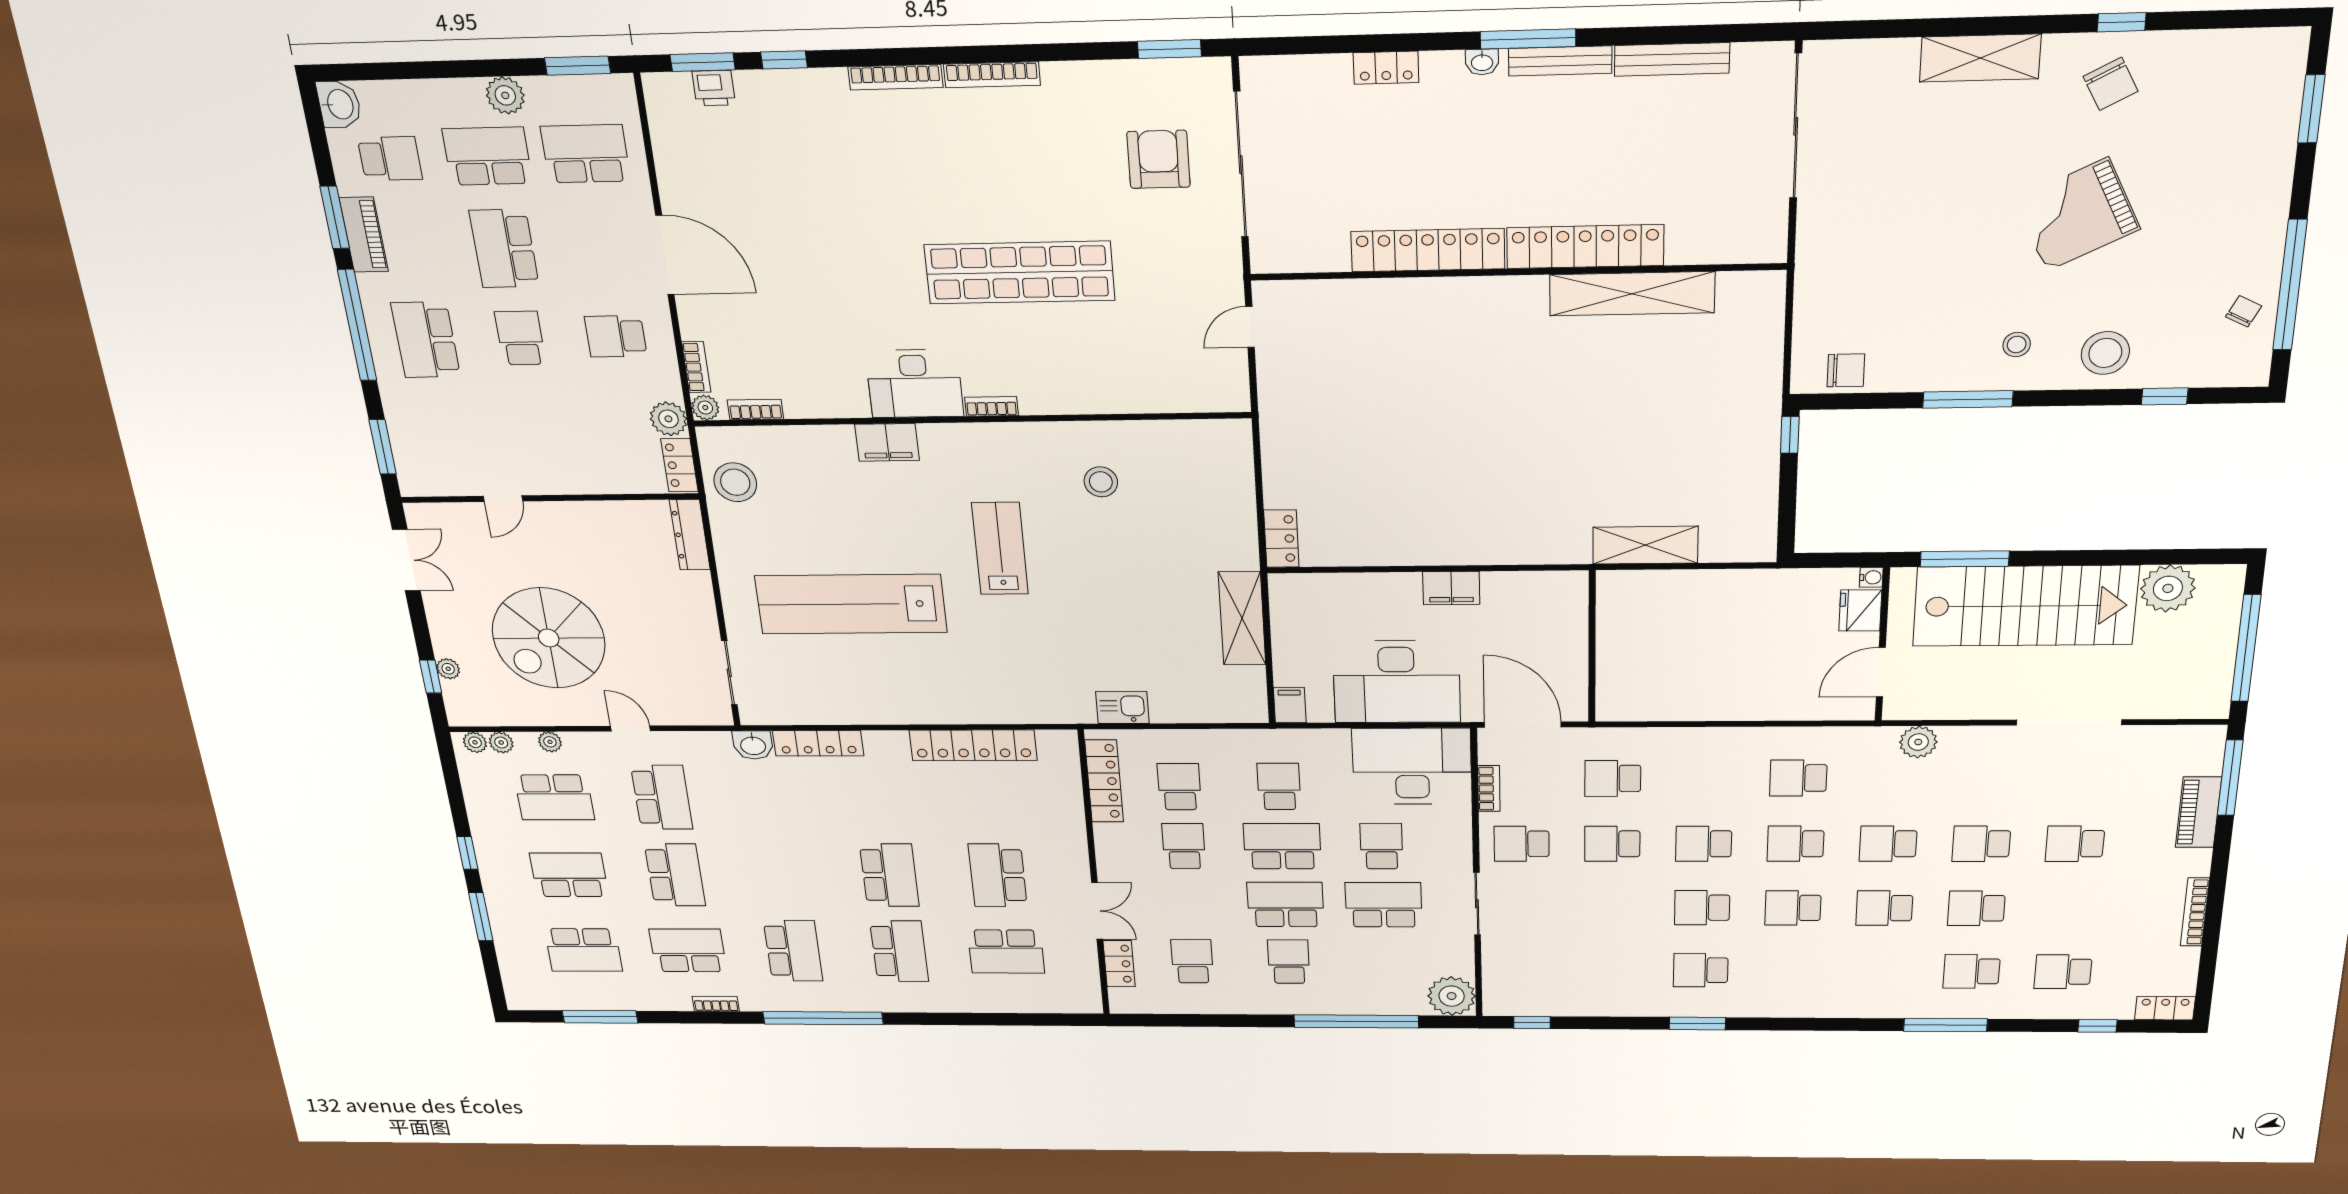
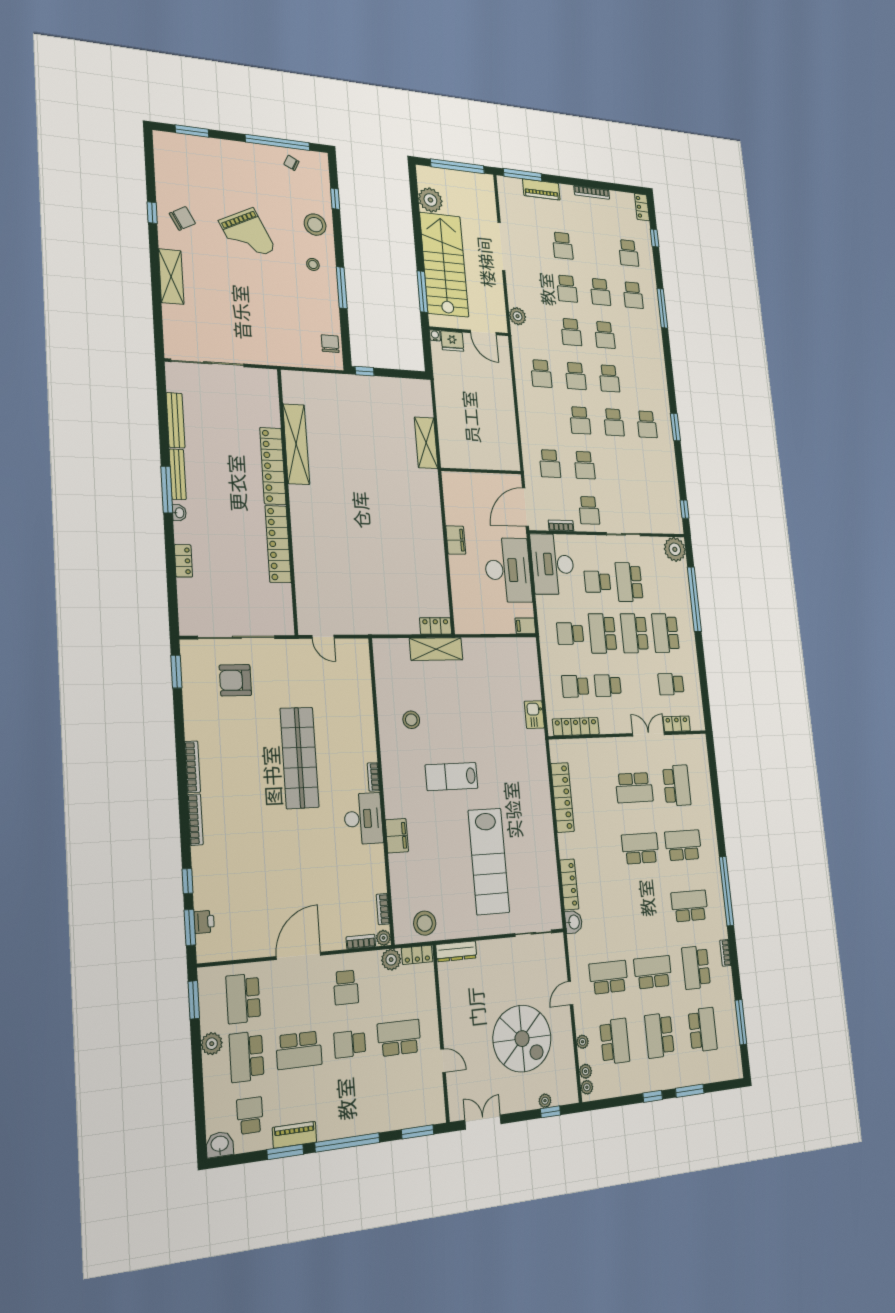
school desk: (426, 340) -> (399, 1038), moved, turned 180
shelving: (1242, 618) -> (436, 649), moved
school desk: (1289, 962) -> (666, 633), width x1.85

